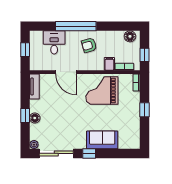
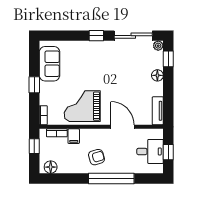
desk: (54, 42) -> (150, 151), moved, turned -90
grand piano: (102, 91) -> (82, 106), turned 180
window: (25, 115) -> (168, 59), moved
sofa: (102, 140) -> (50, 64), moved, turned -90

